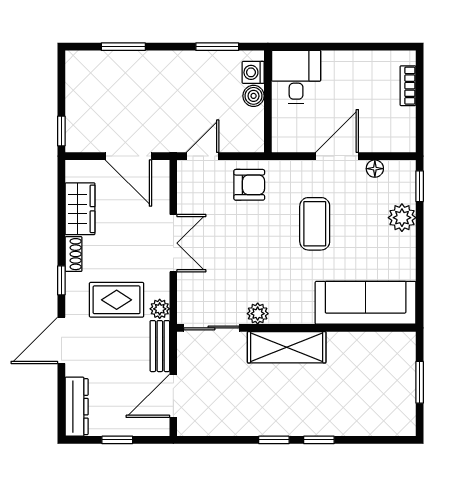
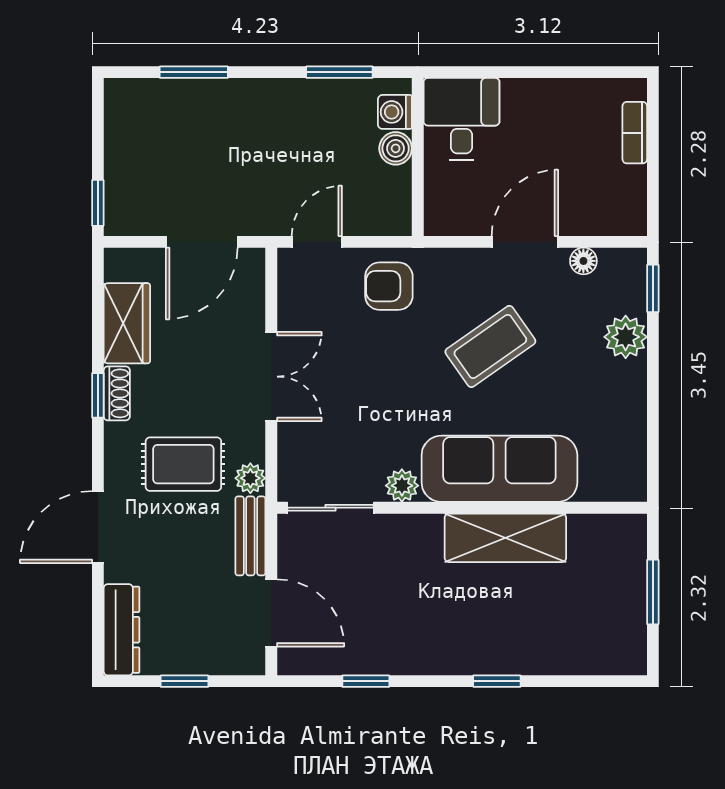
door: (128, 156) -> (202, 242), hinge flipped
armchair: (249, 185) -> (389, 286), turned 180
coffee table: (315, 224) -> (490, 346), turned 55
window: (61, 280) -> (98, 395), moved
sofa: (366, 303) -> (499, 469), moved
shelving: (287, 347) -> (505, 538), moved
door: (173, 396) -> (271, 613), swing flipped
window: (274, 440) -> (366, 681), moved

